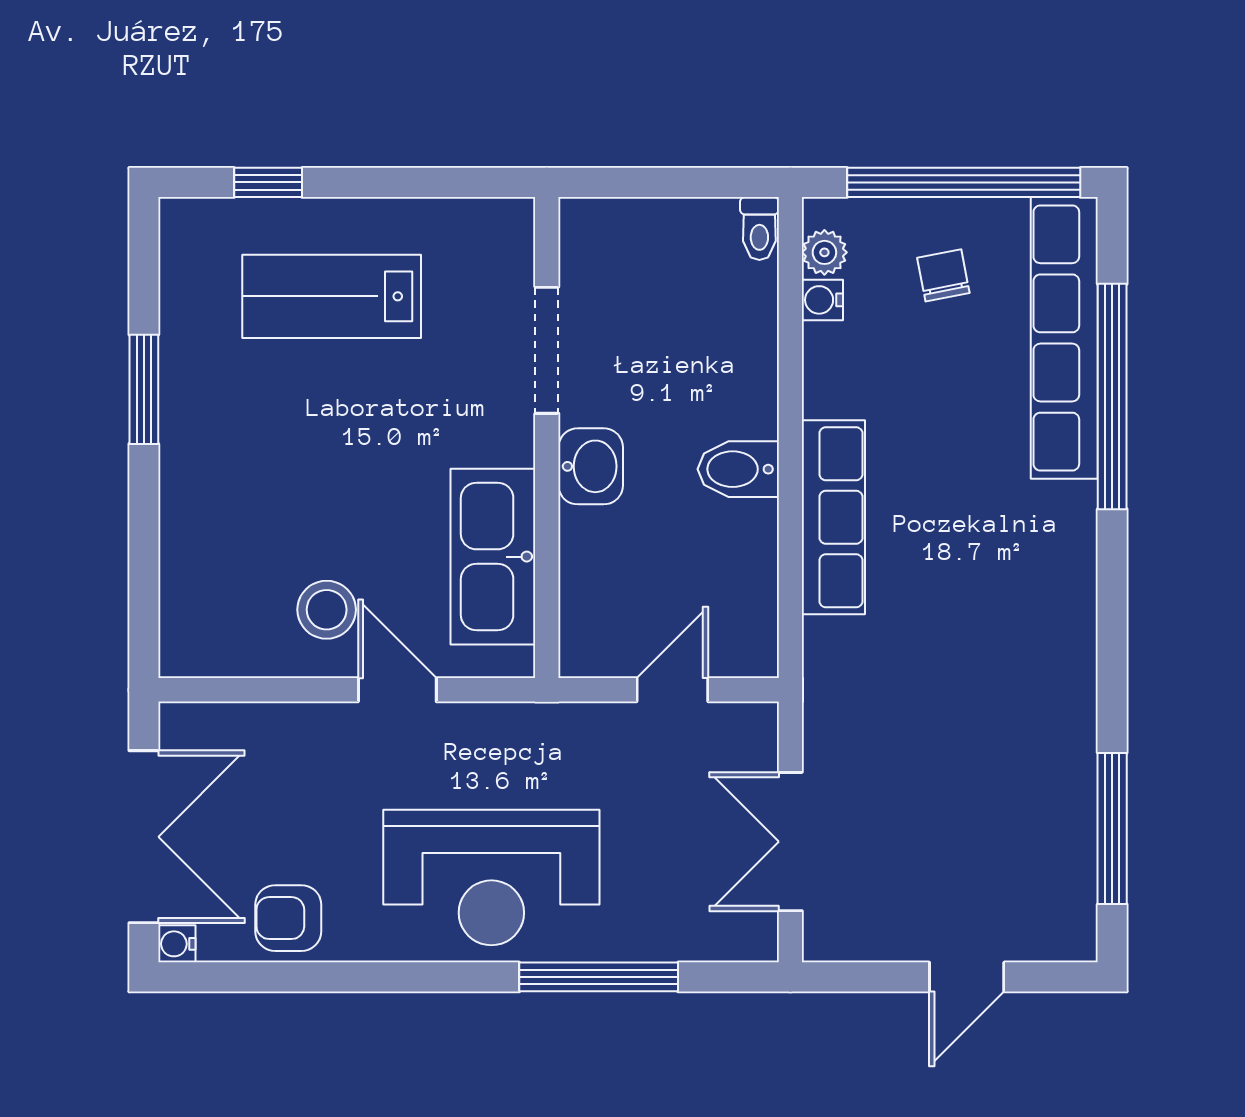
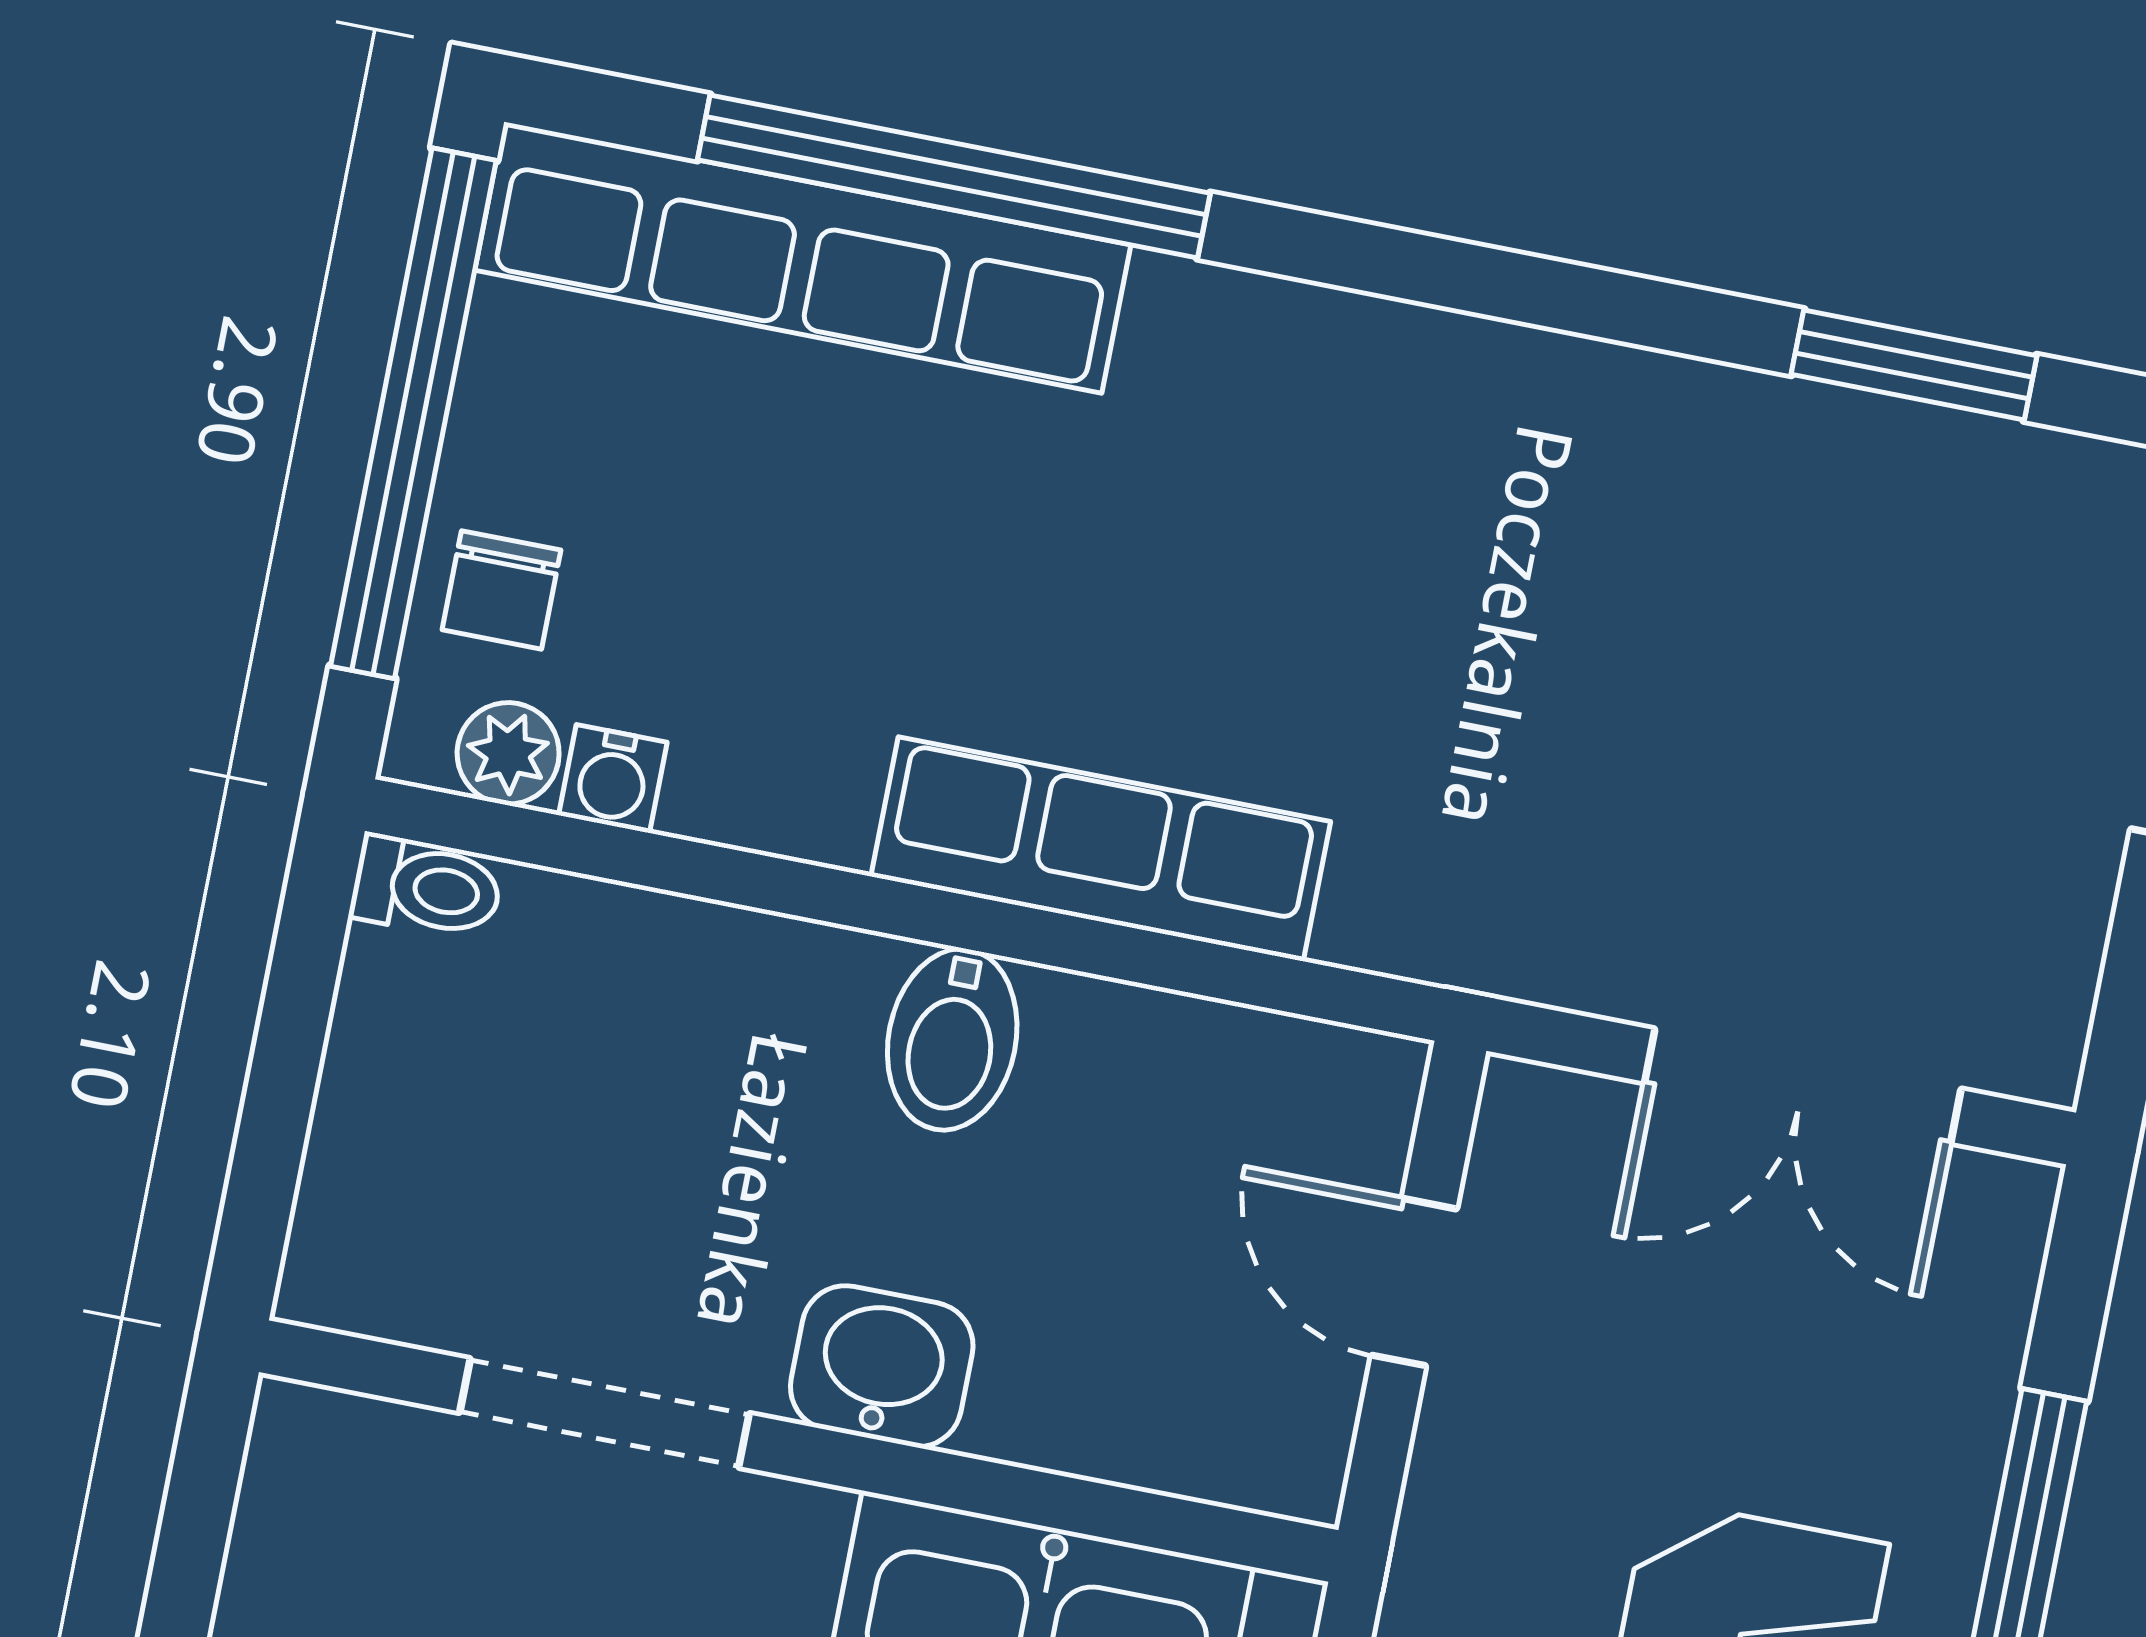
chair: (943, 275) -> (501, 590), moved, turned -79
window: (1112, 829) -> (1914, 365), width x0.69

